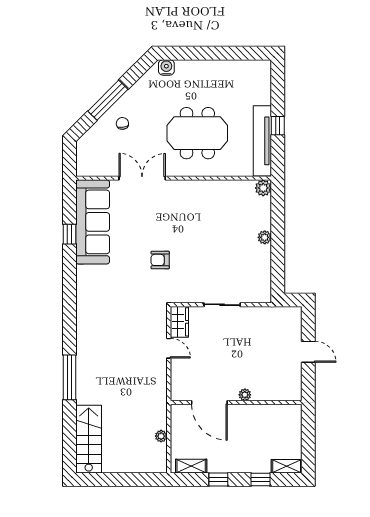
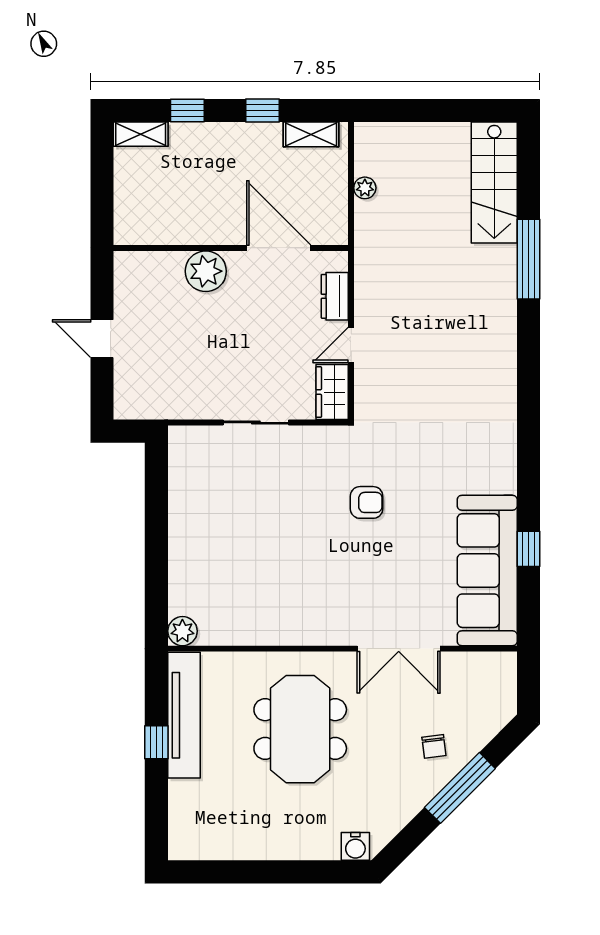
meeting table: (197, 133) -> (300, 729), turned 90
plant: (265, 237) -> (180, 543), removed
door: (169, 348) -> (351, 345), hinge flipped
dresser: (178, 375) -> (335, 296), added
window: (69, 377) -> (529, 259), moved
plant: (245, 395) -> (206, 271), width x1.88, depth x1.88

